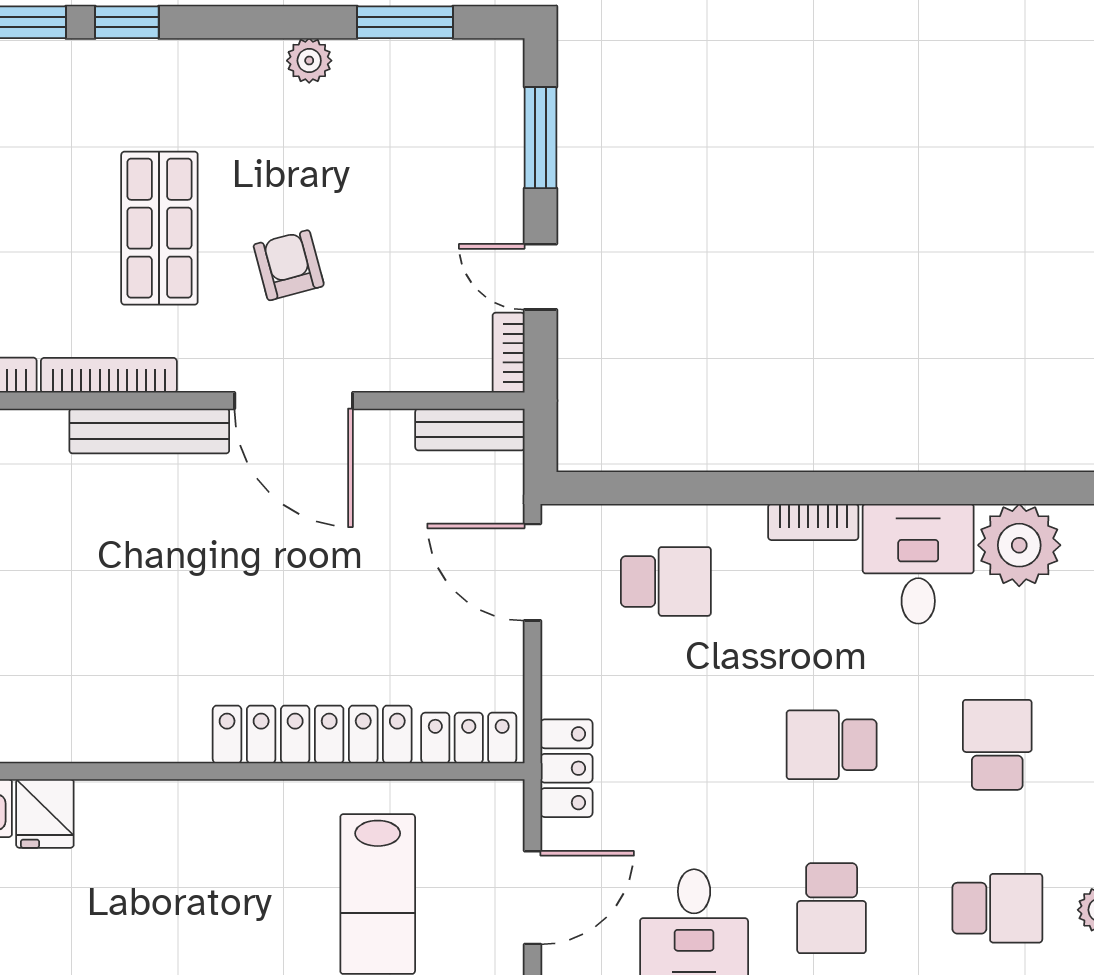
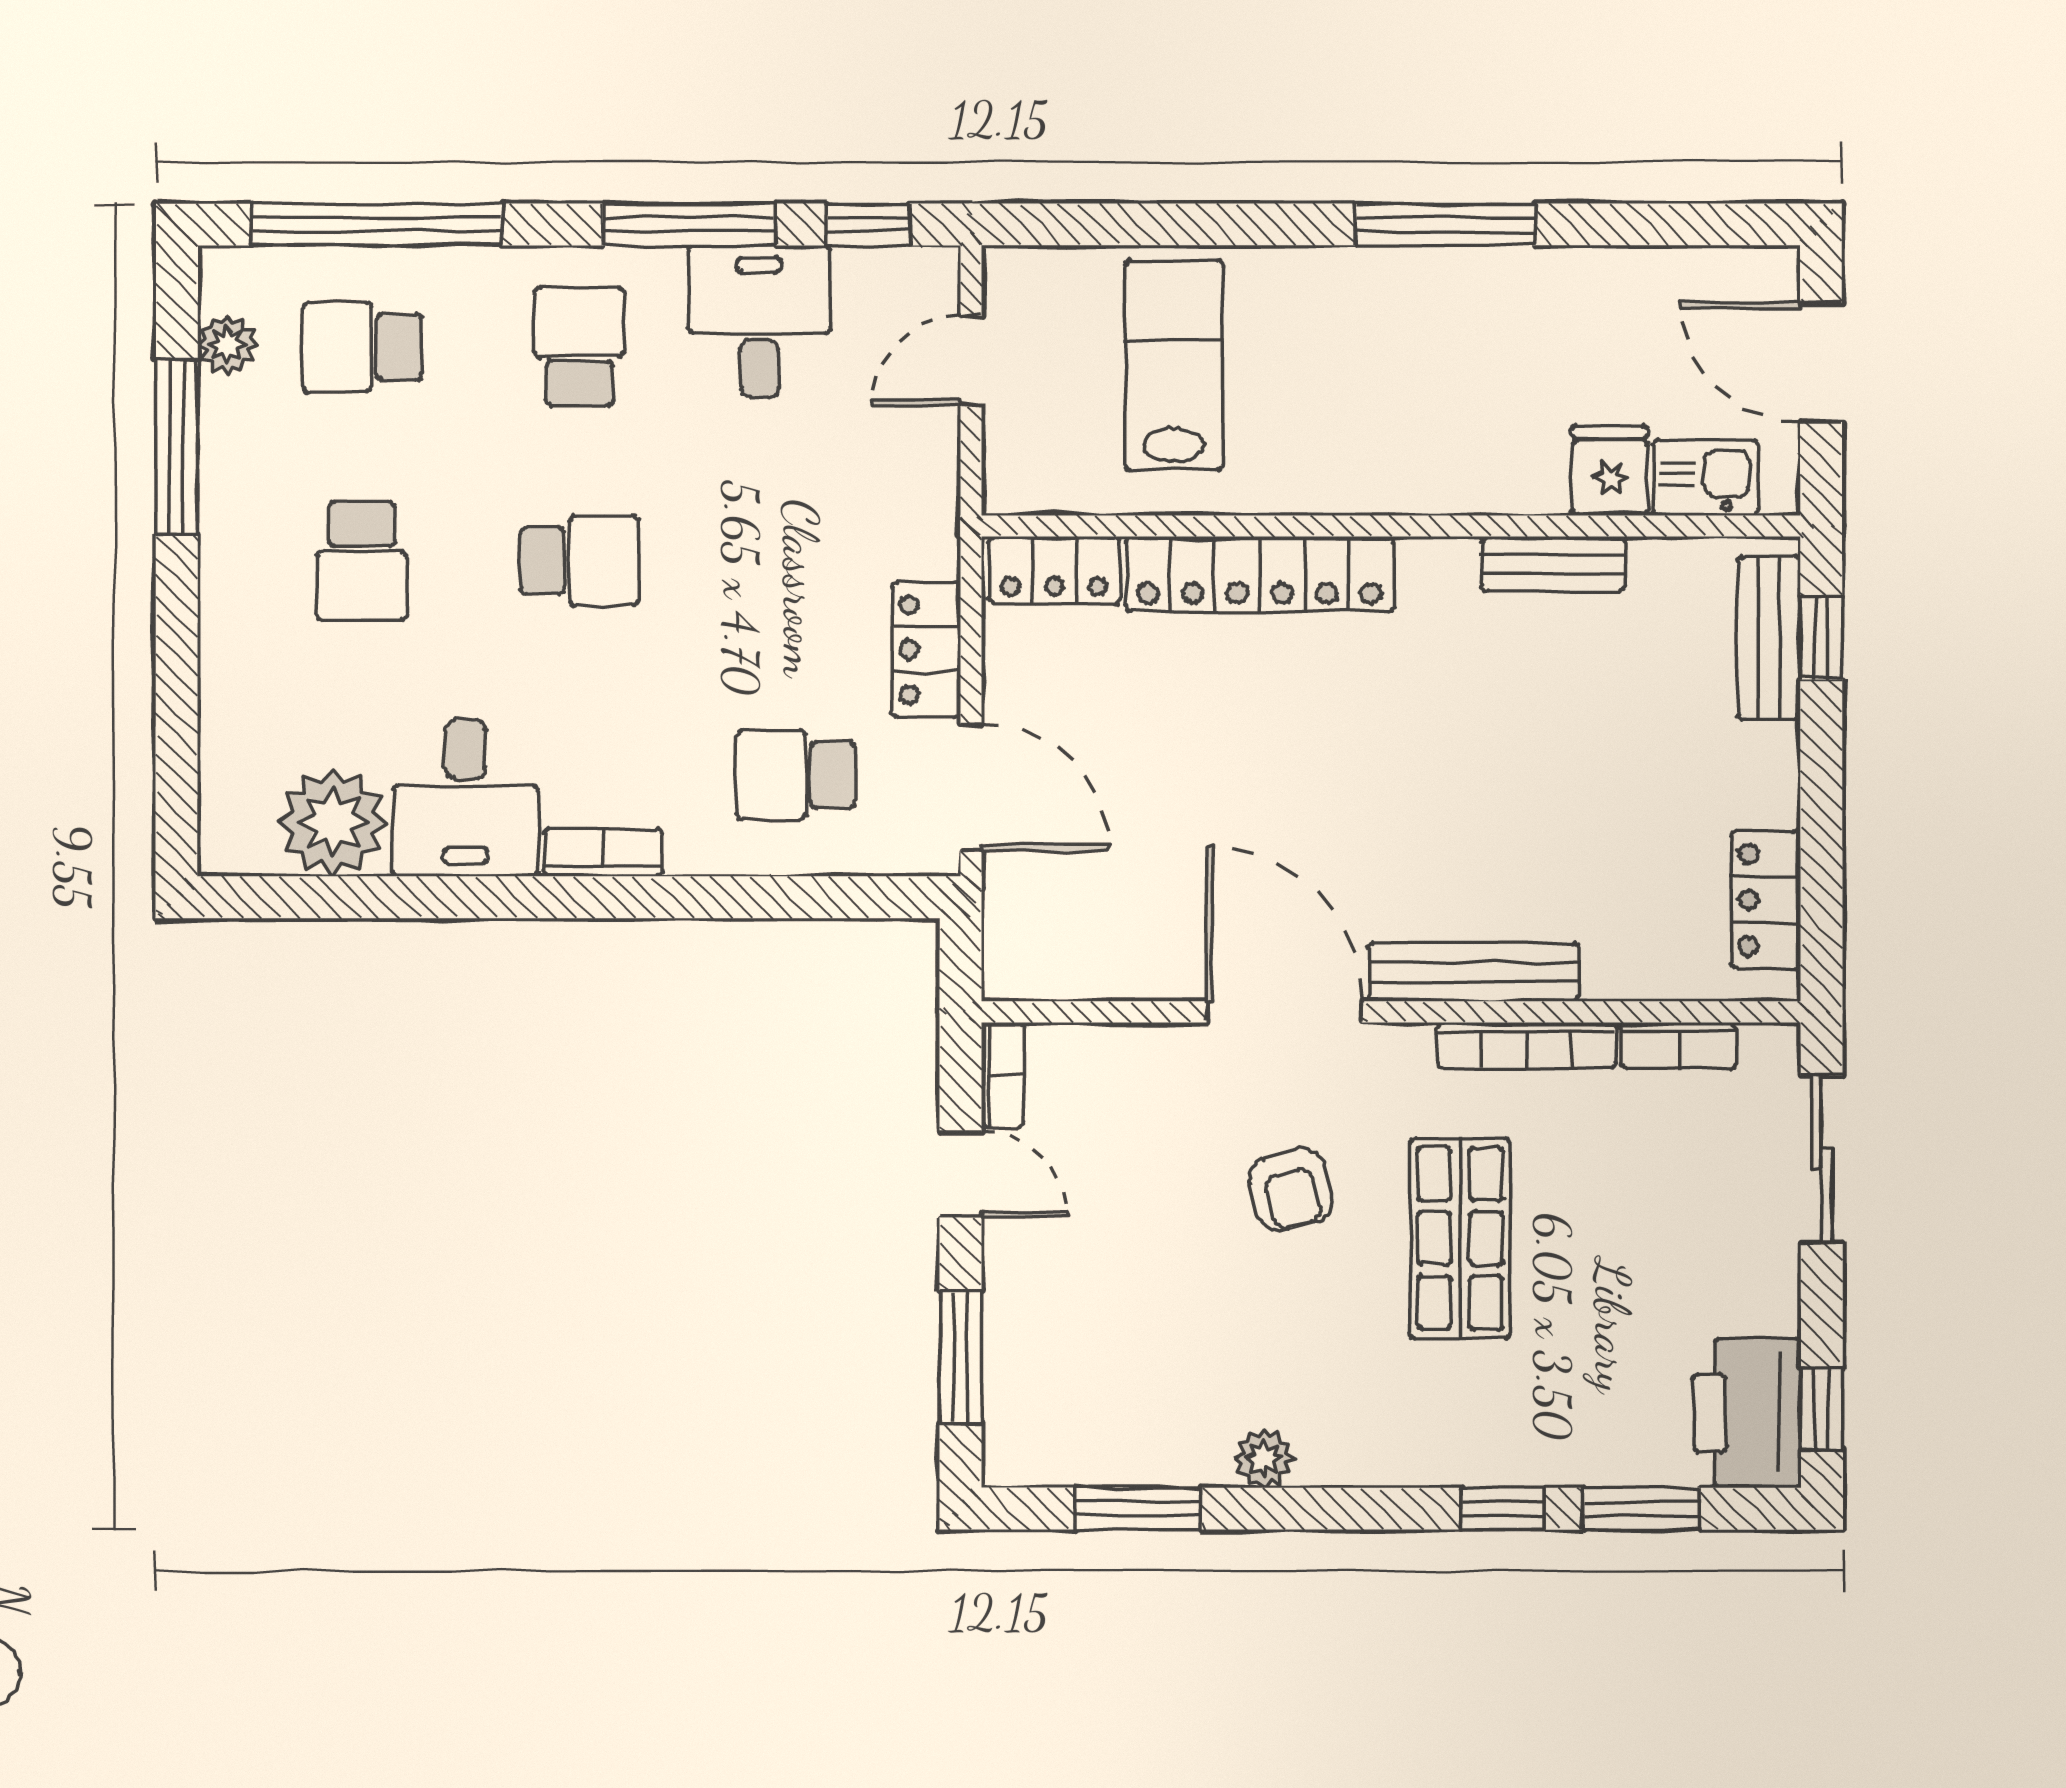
bench: (470, 429) -> (1554, 564), moved
locker: (566, 768) -> (926, 650), moved
door: (532, 898) -> (971, 361), width x0.73

